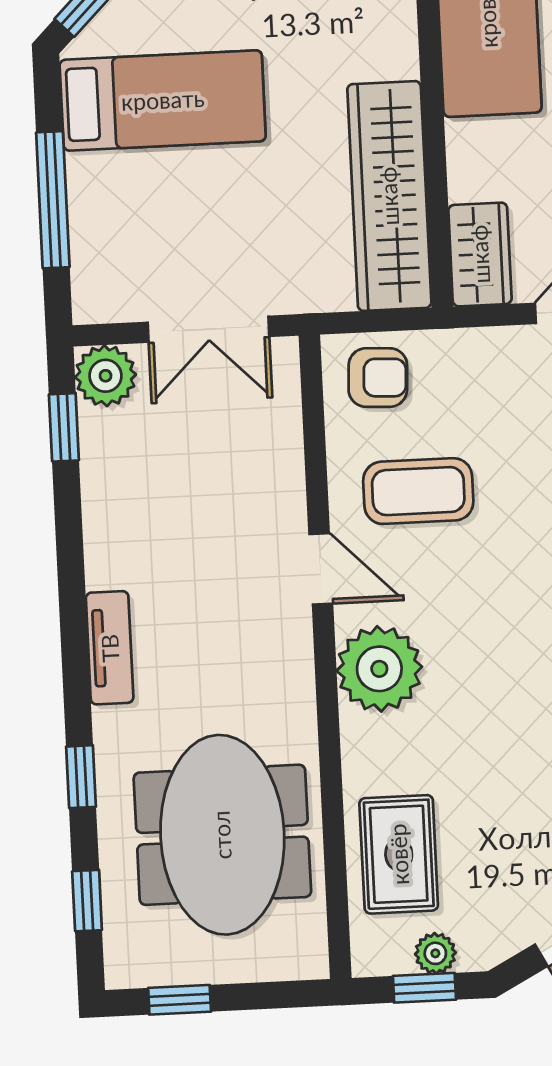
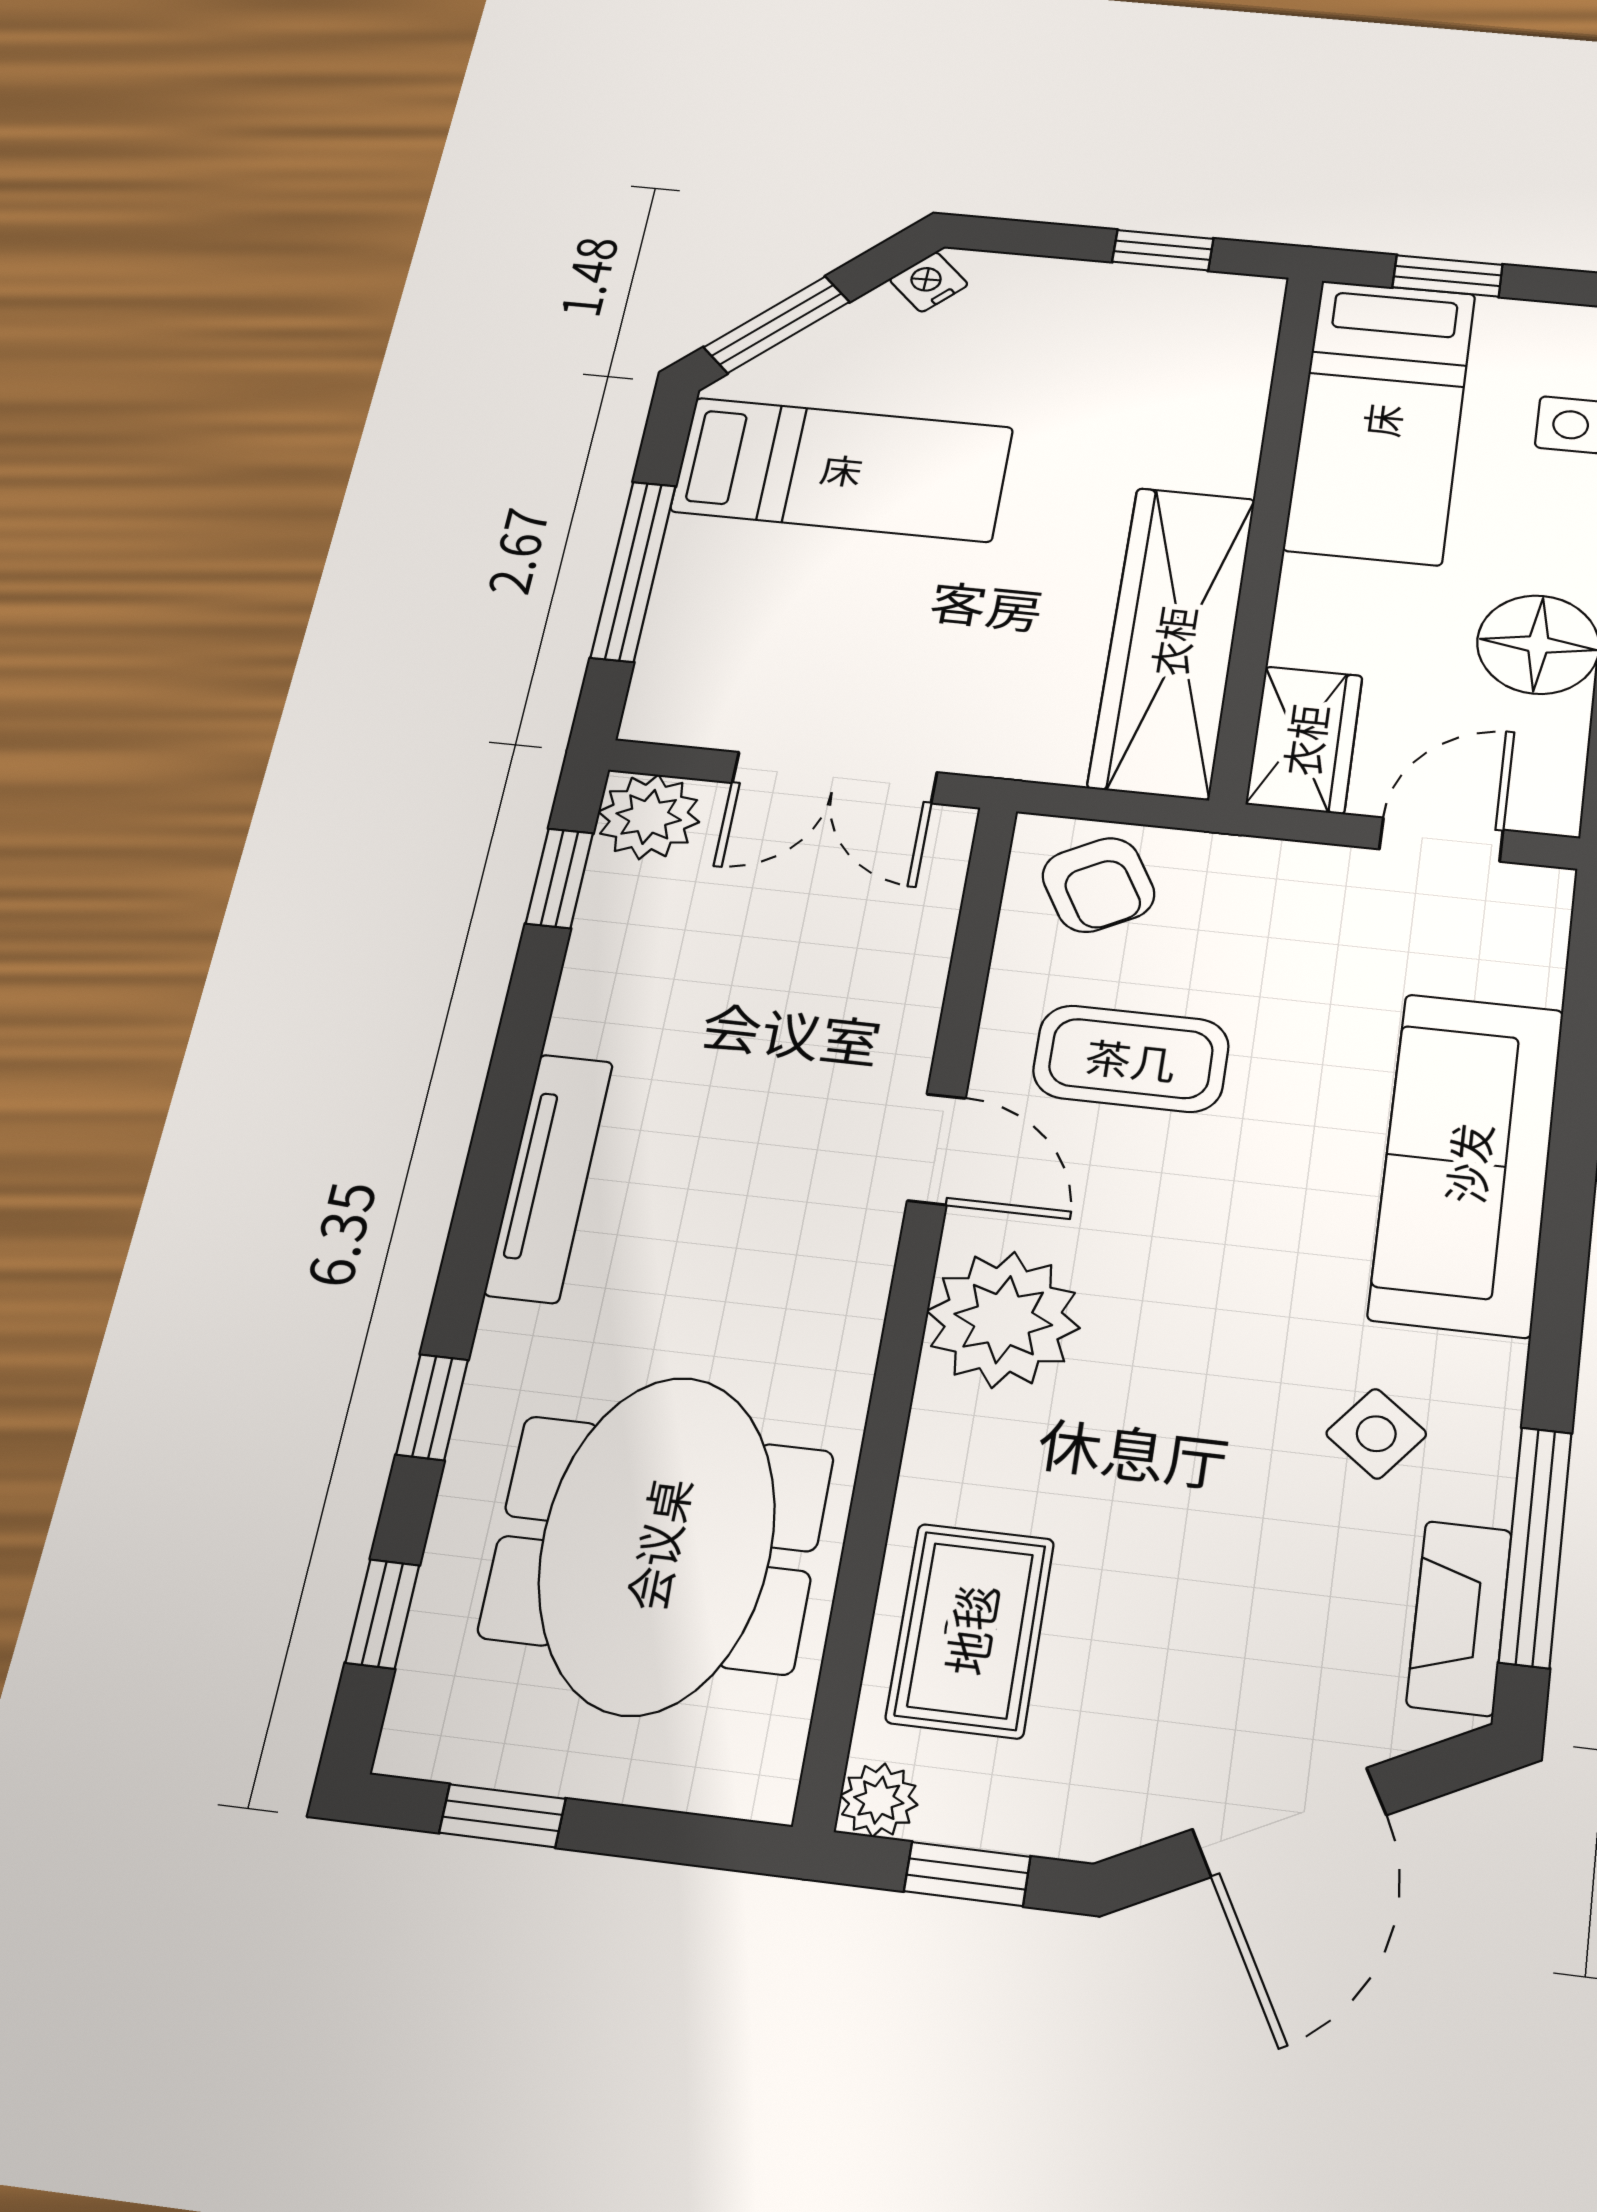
armchair: (378, 378) -> (1098, 885), turned 58
tv unit: (110, 648) -> (549, 1177), width x1.41
plant: (435, 953) -> (879, 1800), moved

